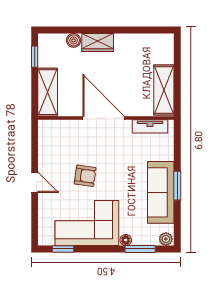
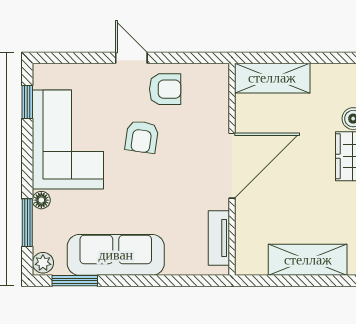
window: (35, 57) -> (328, 58), removed
shelving: (164, 90) -> (308, 260), moved
armchair: (55, 161) -> (165, 89), added
door: (35, 182) -> (131, 58), swing flipped
window: (177, 186) -> (75, 281), moved

